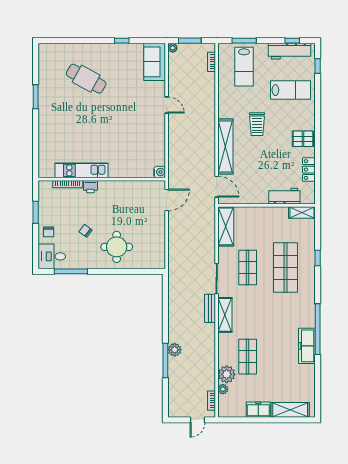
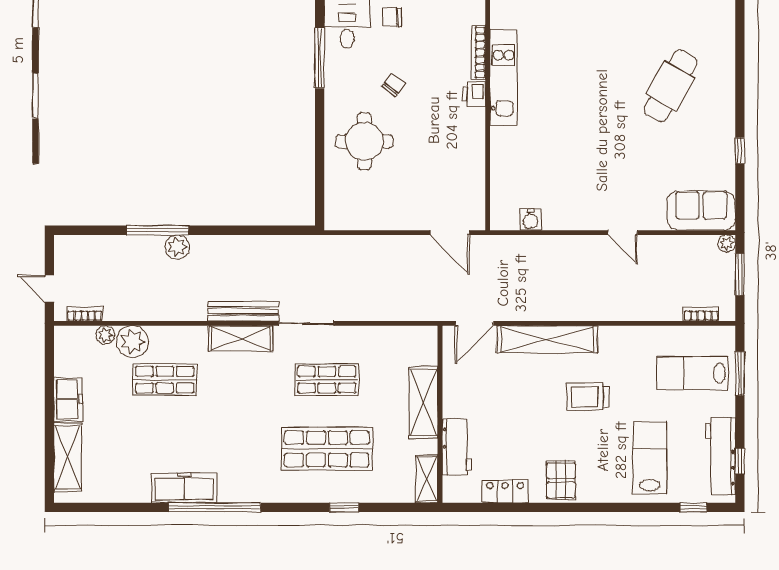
lab bench: (290, 90) -> (650, 458), turned 180
door: (167, 105) -> (623, 233), hinge flipped
water cooler: (160, 172) -> (531, 220), moved
shelving: (226, 226) -> (423, 402), moved, turned 90
bench: (210, 308) -> (243, 311), width x1.36

